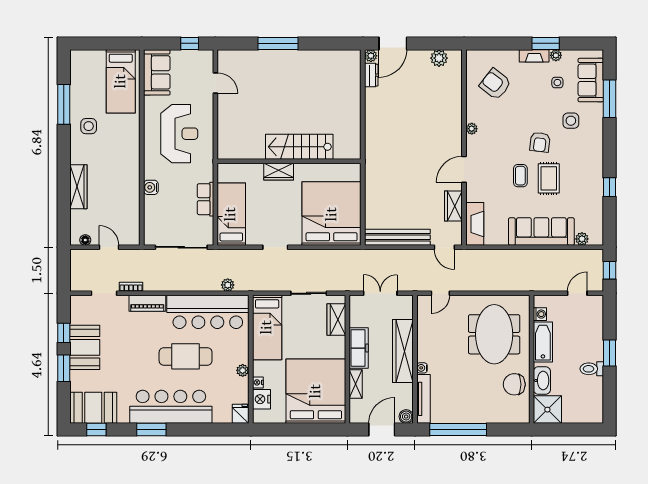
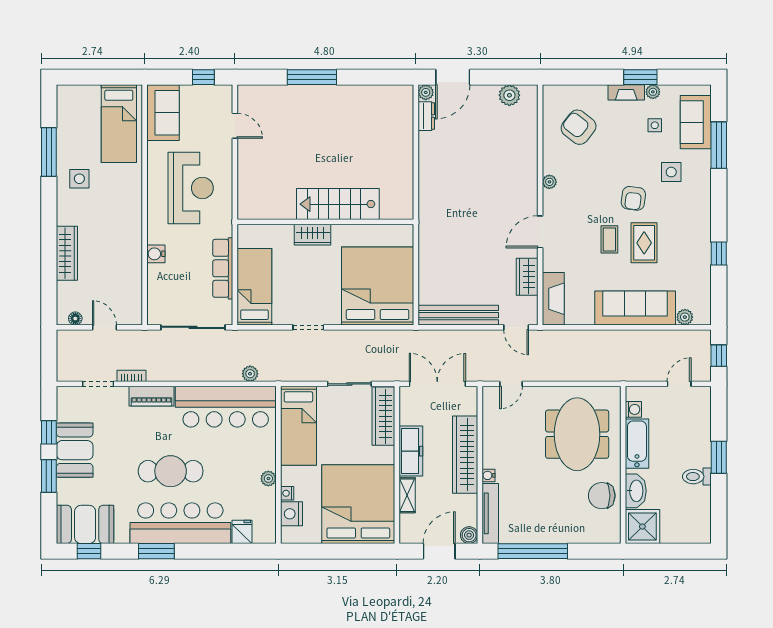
row of seats: (205, 199) -> (223, 268), width x1.48
double door: (380, 293) -> (437, 384), width x1.37
wardrobe: (336, 320) -> (383, 416), width x1.50
cafe table: (186, 356) -> (171, 471), moved
fridge: (240, 414) -> (242, 532), moved

